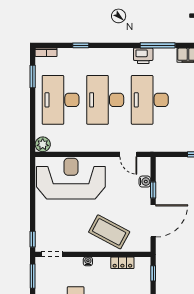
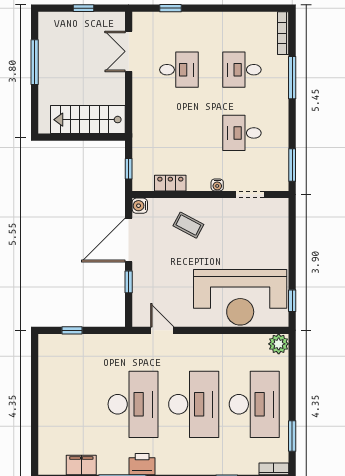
water cooler: (145, 182) -> (140, 206), moved
coffee table: (109, 232) -> (188, 225), width x0.54, depth x0.58
window: (33, 239) -> (292, 301), moved
doorway: (52, 254) -> (250, 194), moved

